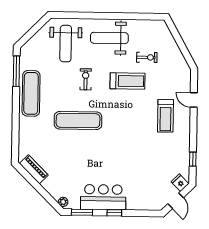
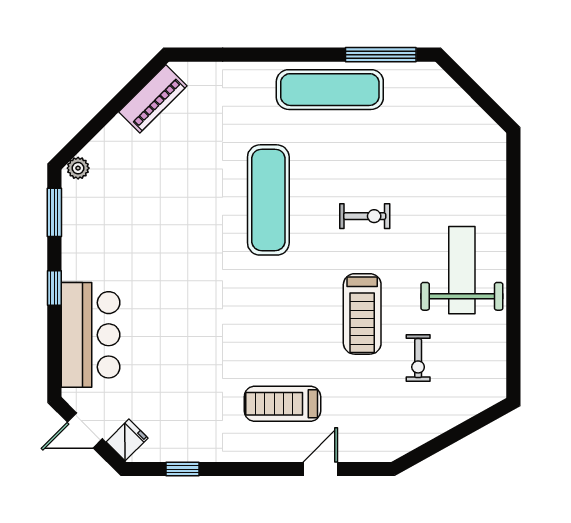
weight bench: (66, 44) -> (447, 168), removed
bar counter: (103, 197) -> (90, 335), moved

